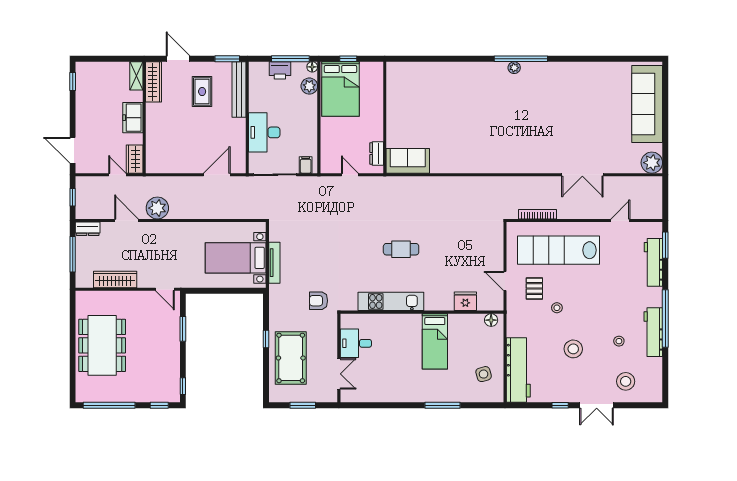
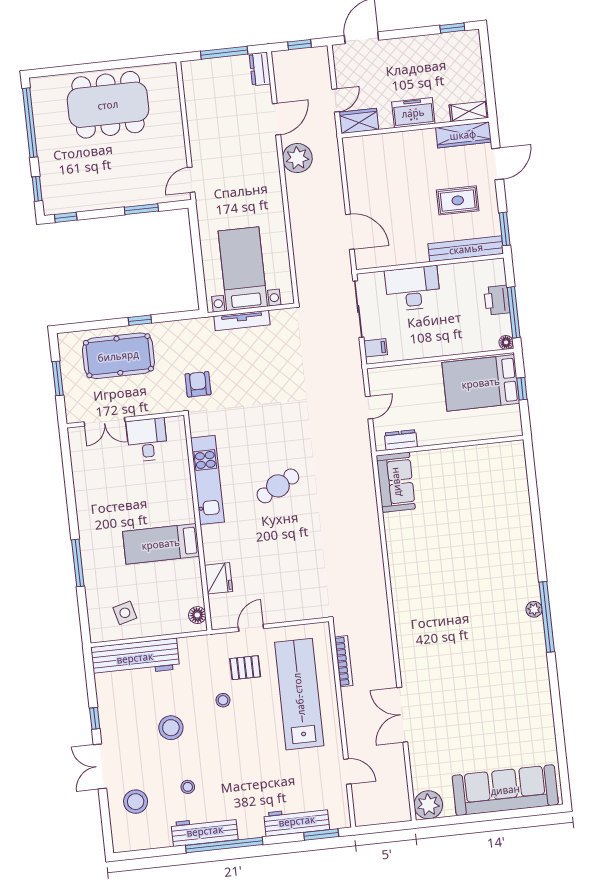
plant: (309, 86) -> (480, 341), removed
cafe table: (401, 249) -> (278, 486), turned 61
wardrobe: (115, 280) -> (197, 113), removed

